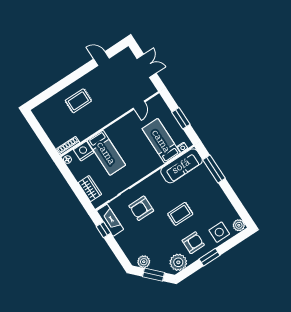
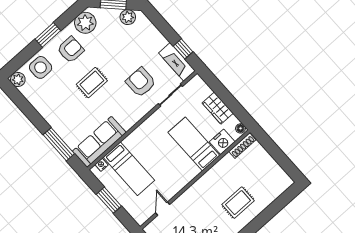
wardrobe: (90, 189) -> (218, 108), moved
armchair: (141, 208) -> (141, 82), turned -90
armchair: (193, 243) -> (71, 50), turned 180

